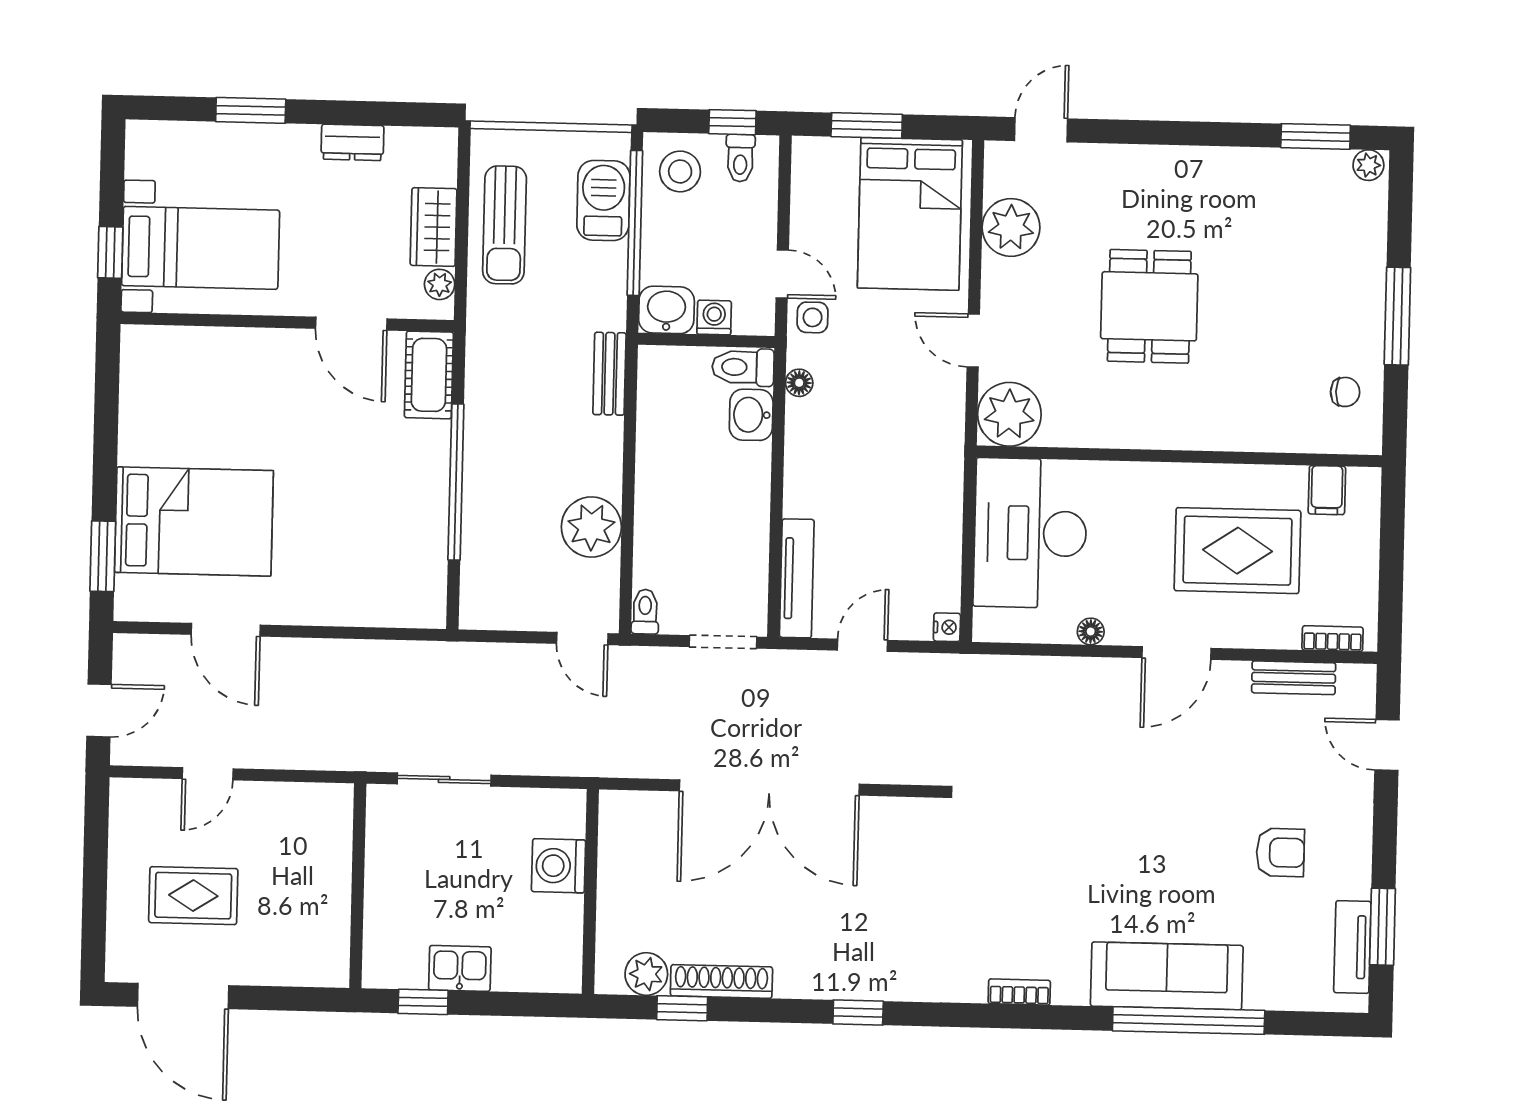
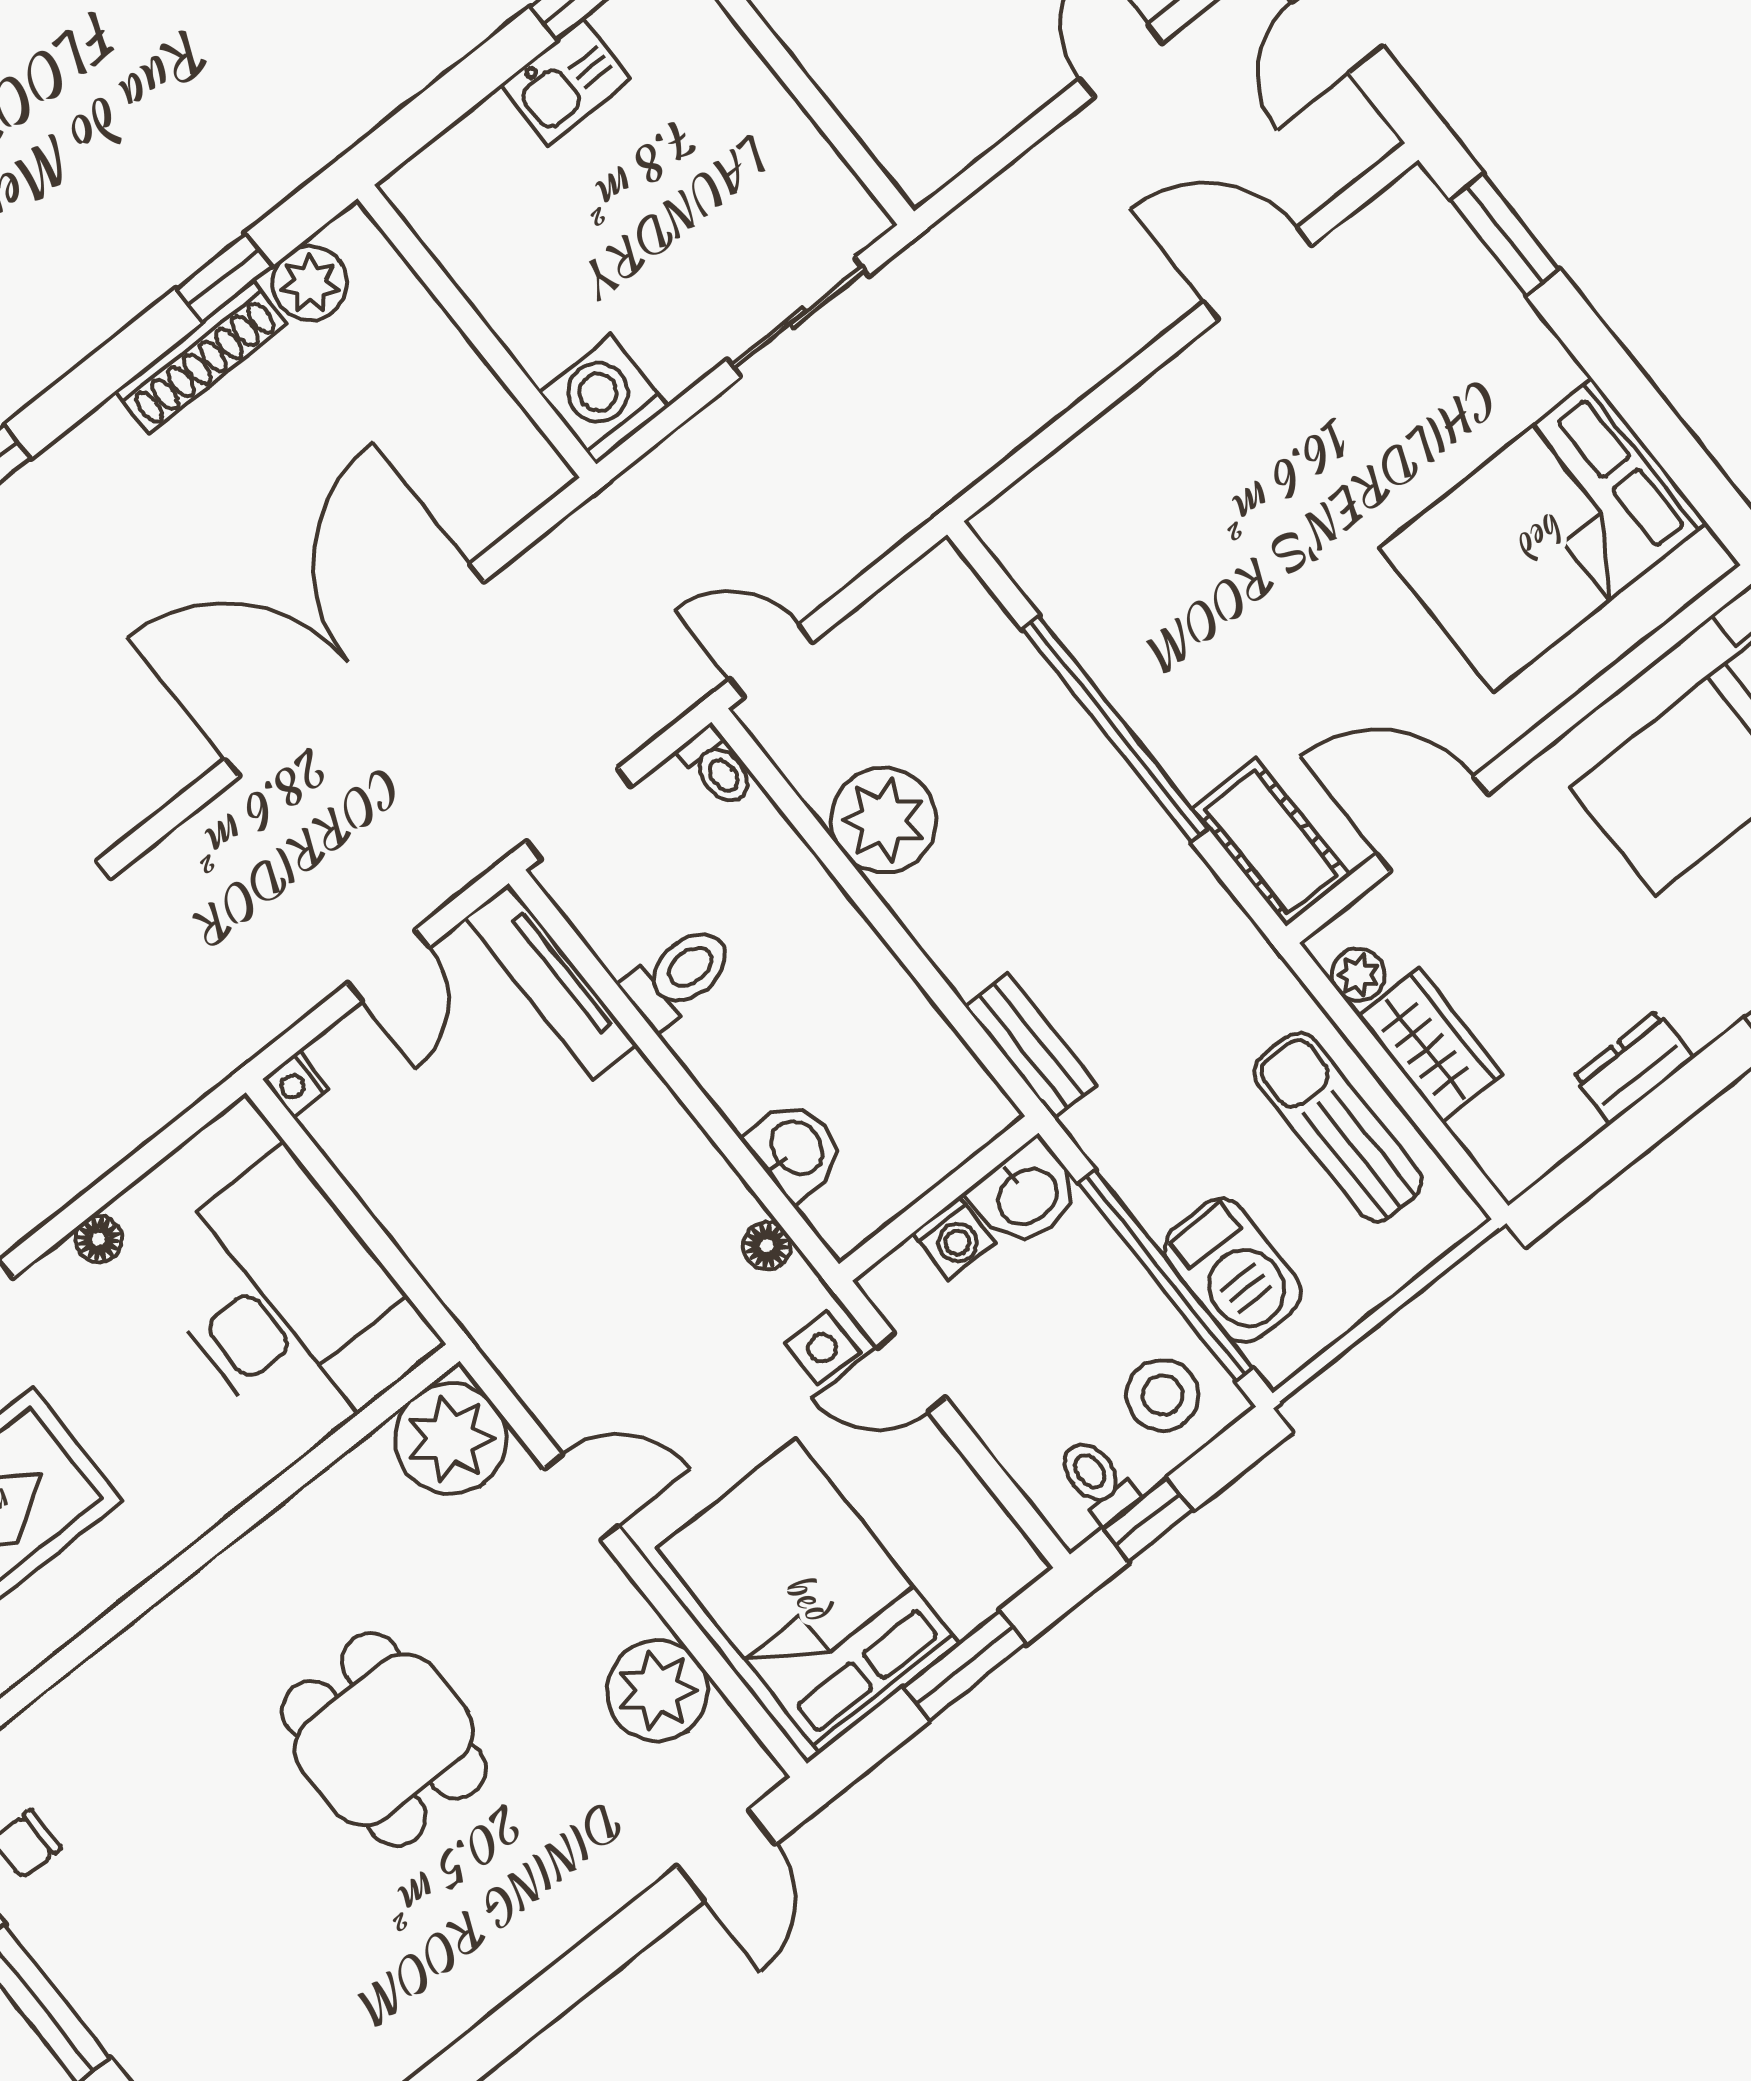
toilet: (743, 367) -> (678, 976), moved
bed: (194, 521) -> (1543, 535), moved
washing machine: (559, 866) -> (604, 399), moved, turned -90

